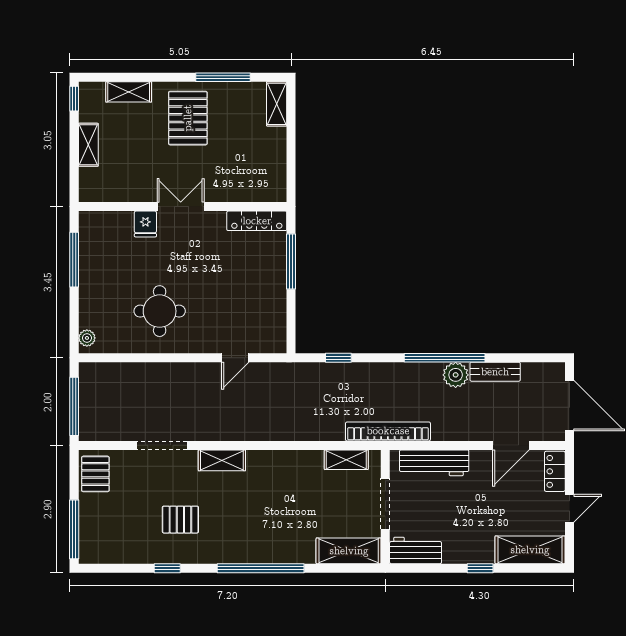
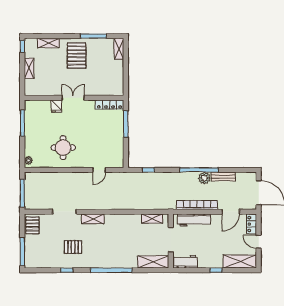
bookcase: (388, 431) -> (197, 205), moved
door: (569, 508) -> (259, 242), swing flipped

